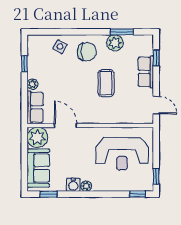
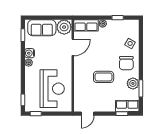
row of seats: (146, 72) -> (127, 106), moved
reception desk: (122, 154) -> (52, 89), turned 180

